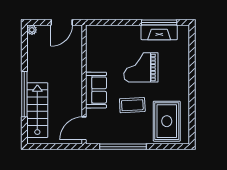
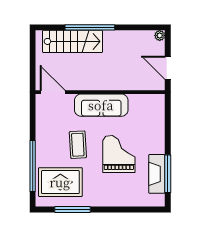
sofa: (96, 90) -> (101, 105), width x1.36
window: (192, 110) -> (72, 209), added
window: (123, 147) -> (33, 166), moved

